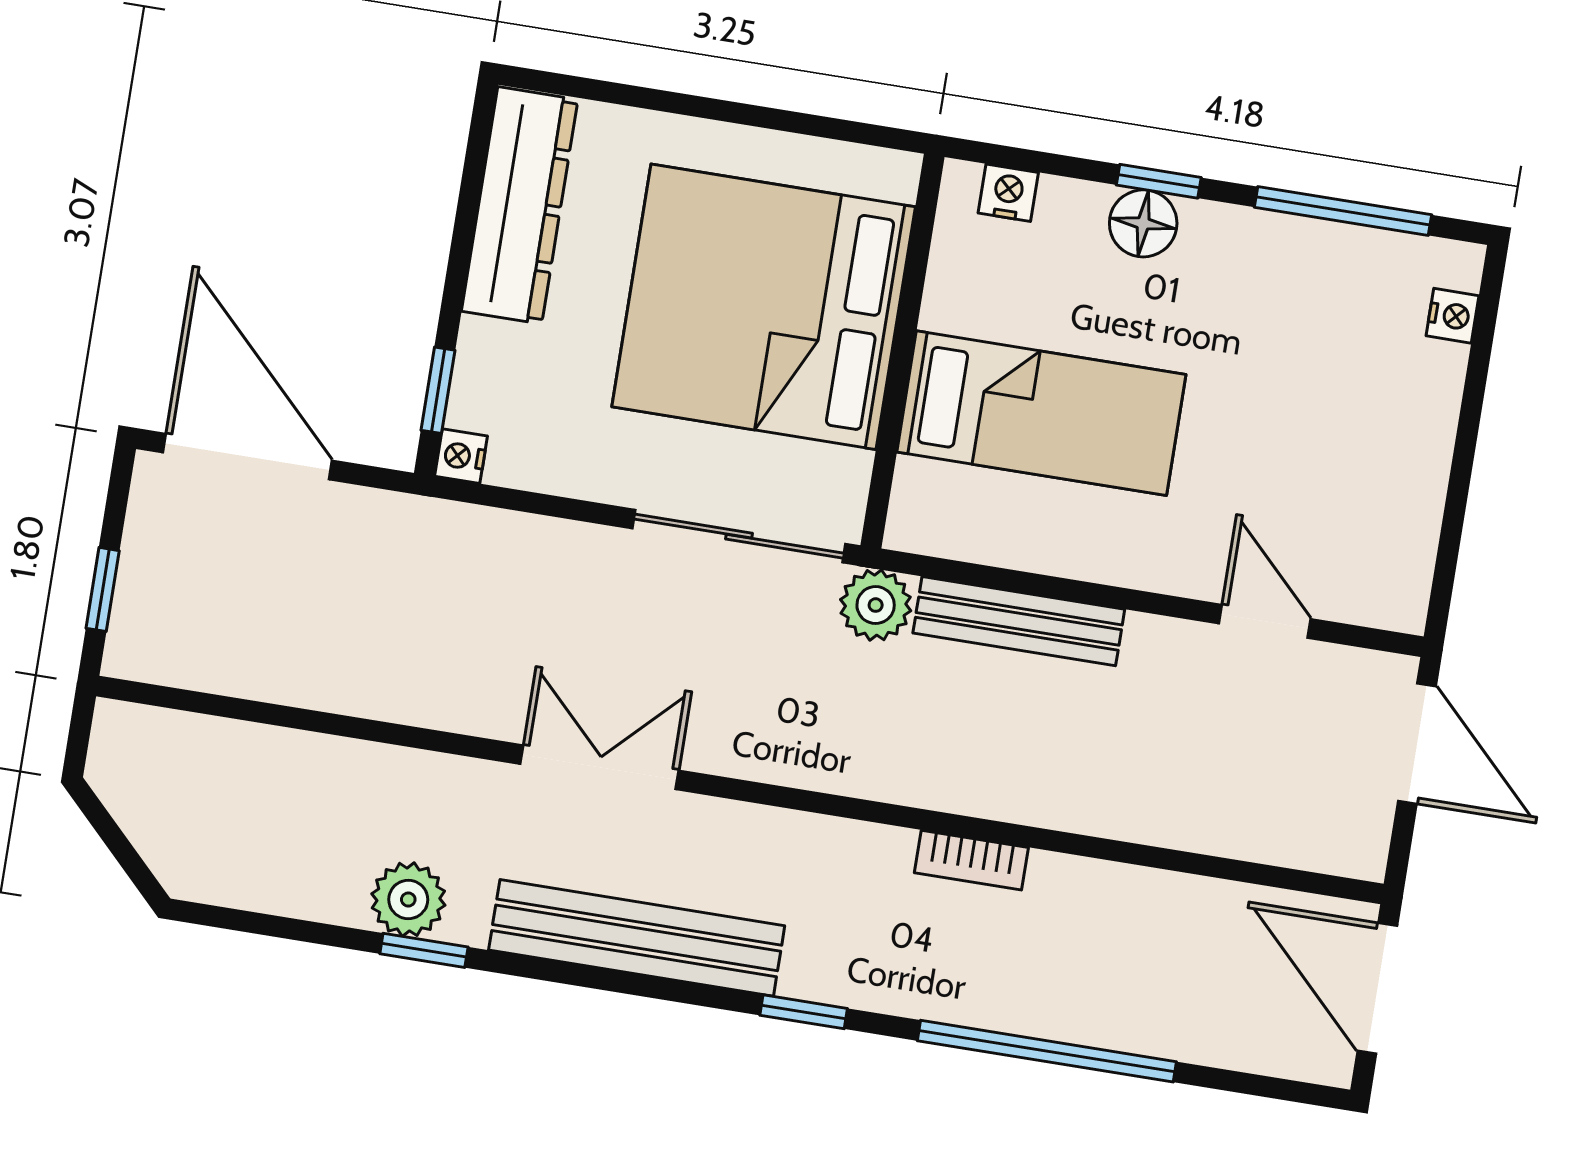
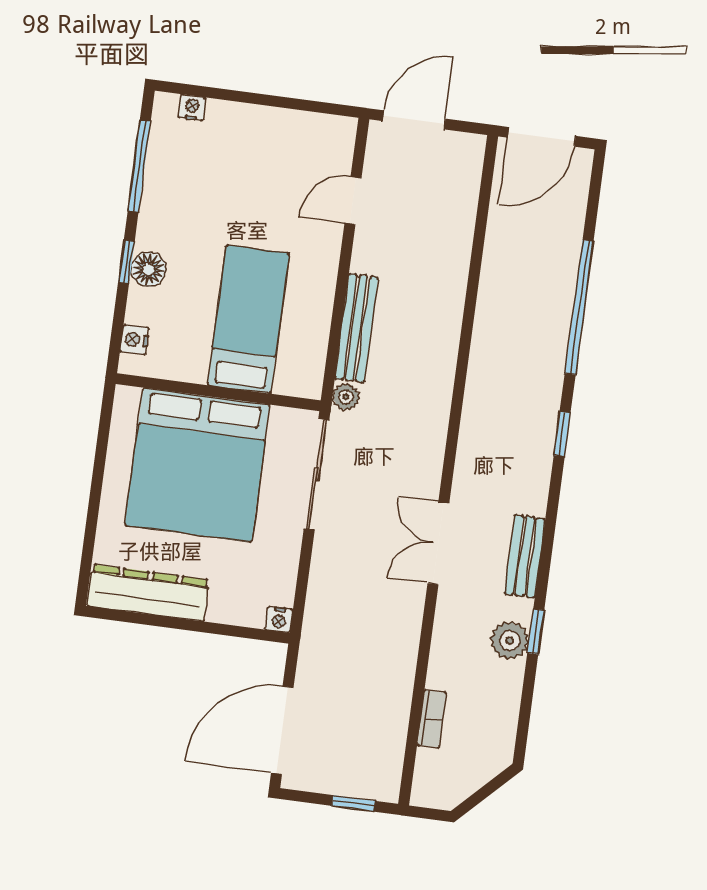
window: (438, 390) -> (245, 632), removed
plant: (876, 605) -> (346, 397), width x0.73, depth x0.73
bookcase: (971, 860) -> (432, 719), moved
bench: (637, 938) -> (525, 556), width x0.54, depth x0.82

